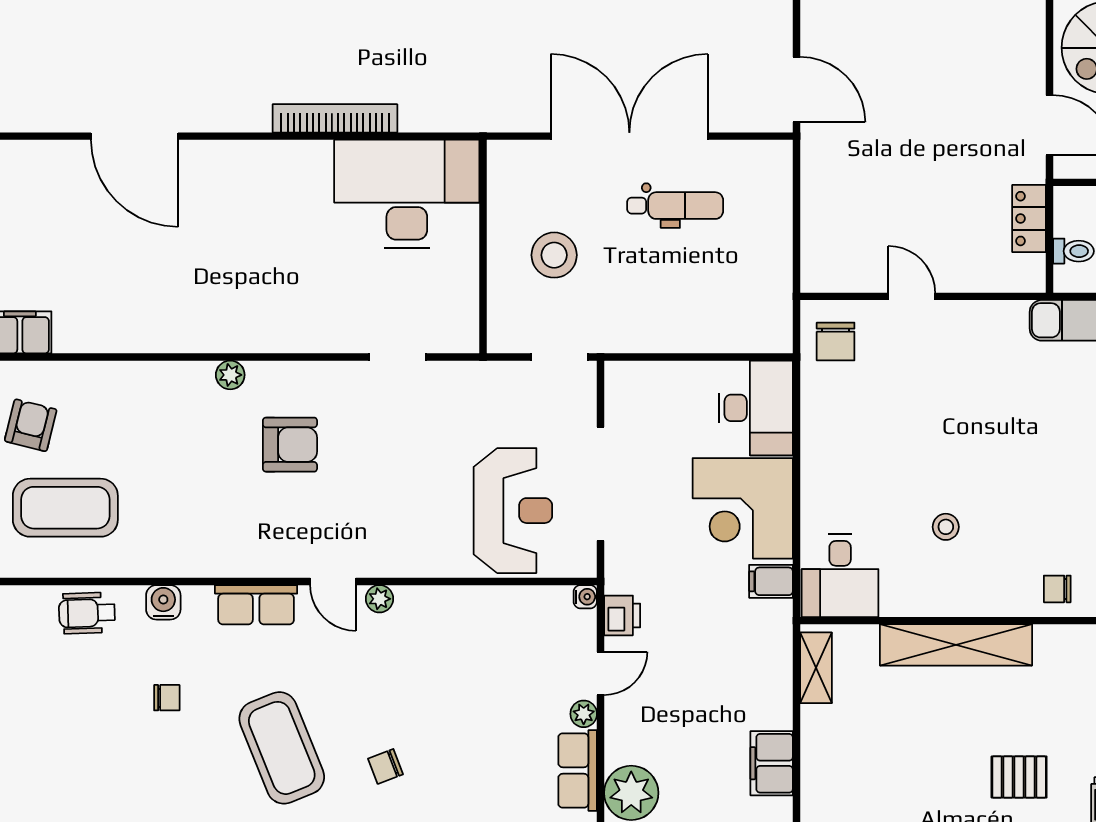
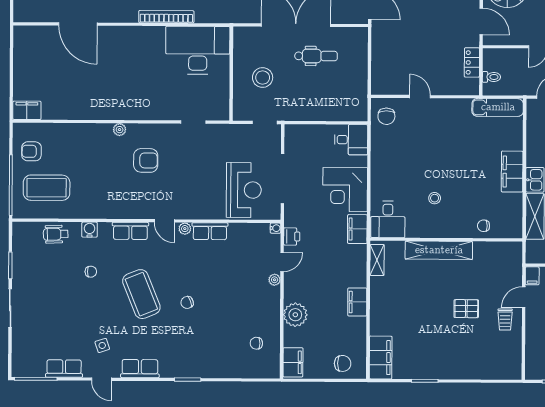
desk: (756, 408) -> (351, 140), width x0.73
armchair: (31, 425) -> (31, 151), turned -104
filing cabinet: (771, 581) -> (357, 229), width x2.00
row of seats: (578, 770) -> (210, 231), moved, turned -90

